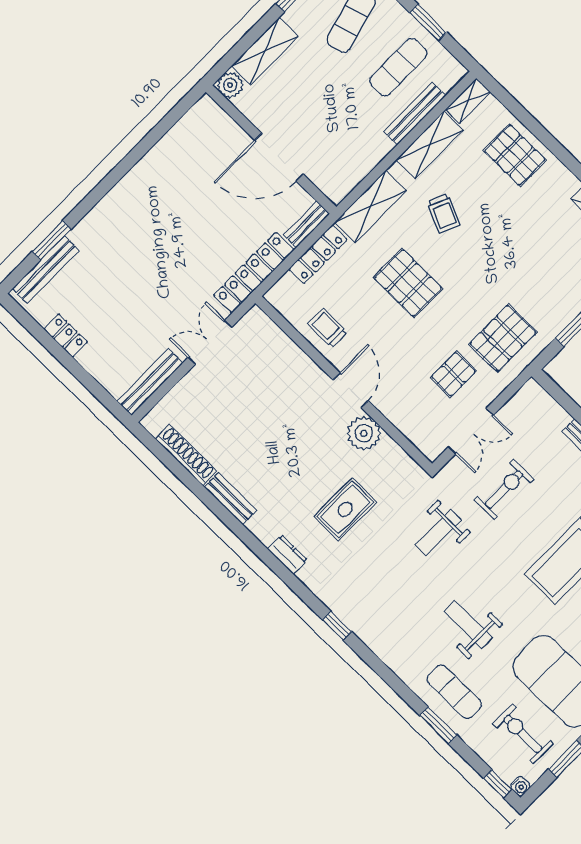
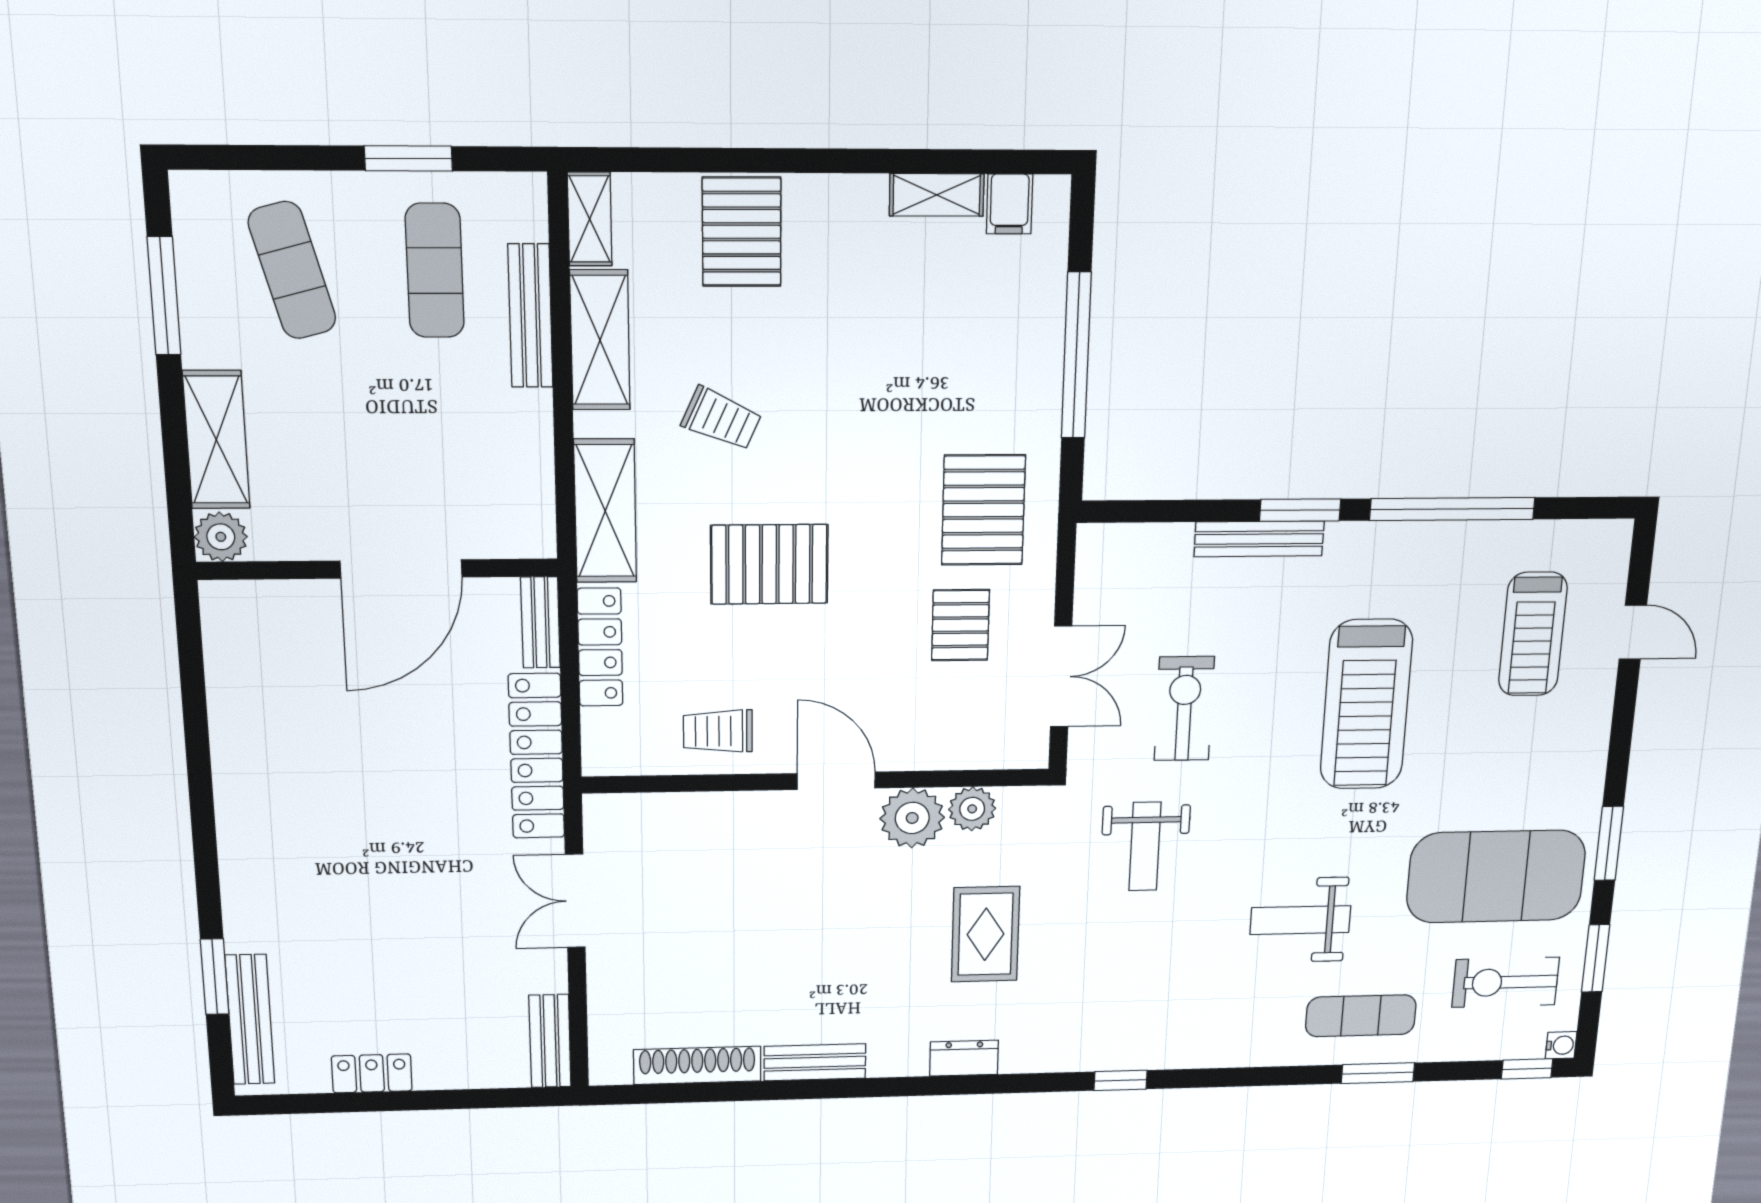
pallet: (515, 155) -> (742, 232), turned 90
bench: (150, 382) -> (550, 1041), width x0.73
plant: (389, 452) -> (972, 809), added

